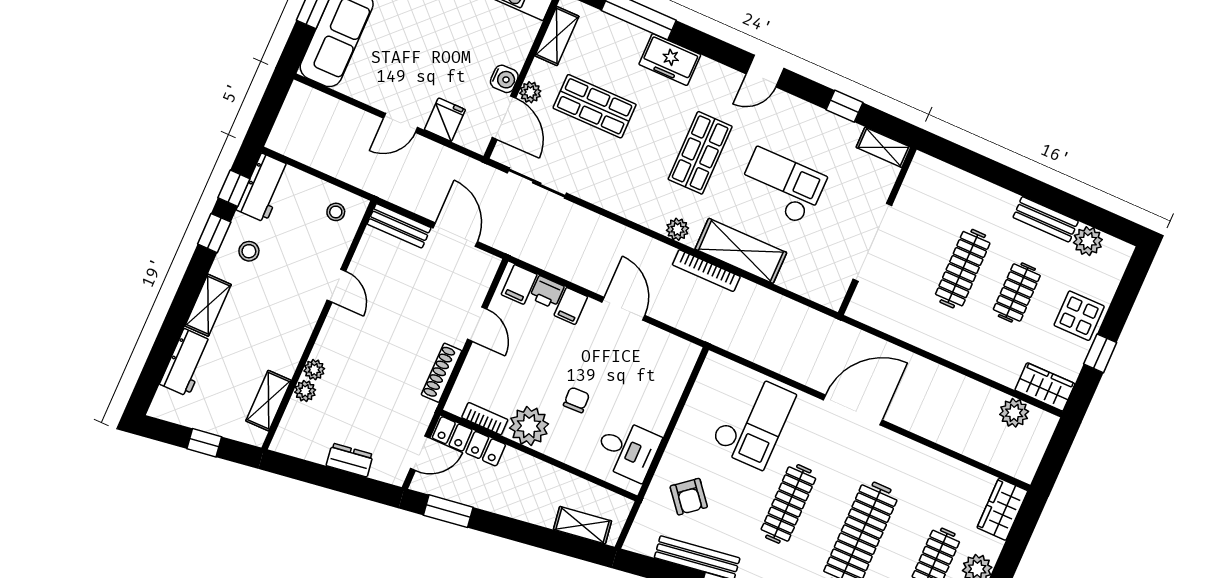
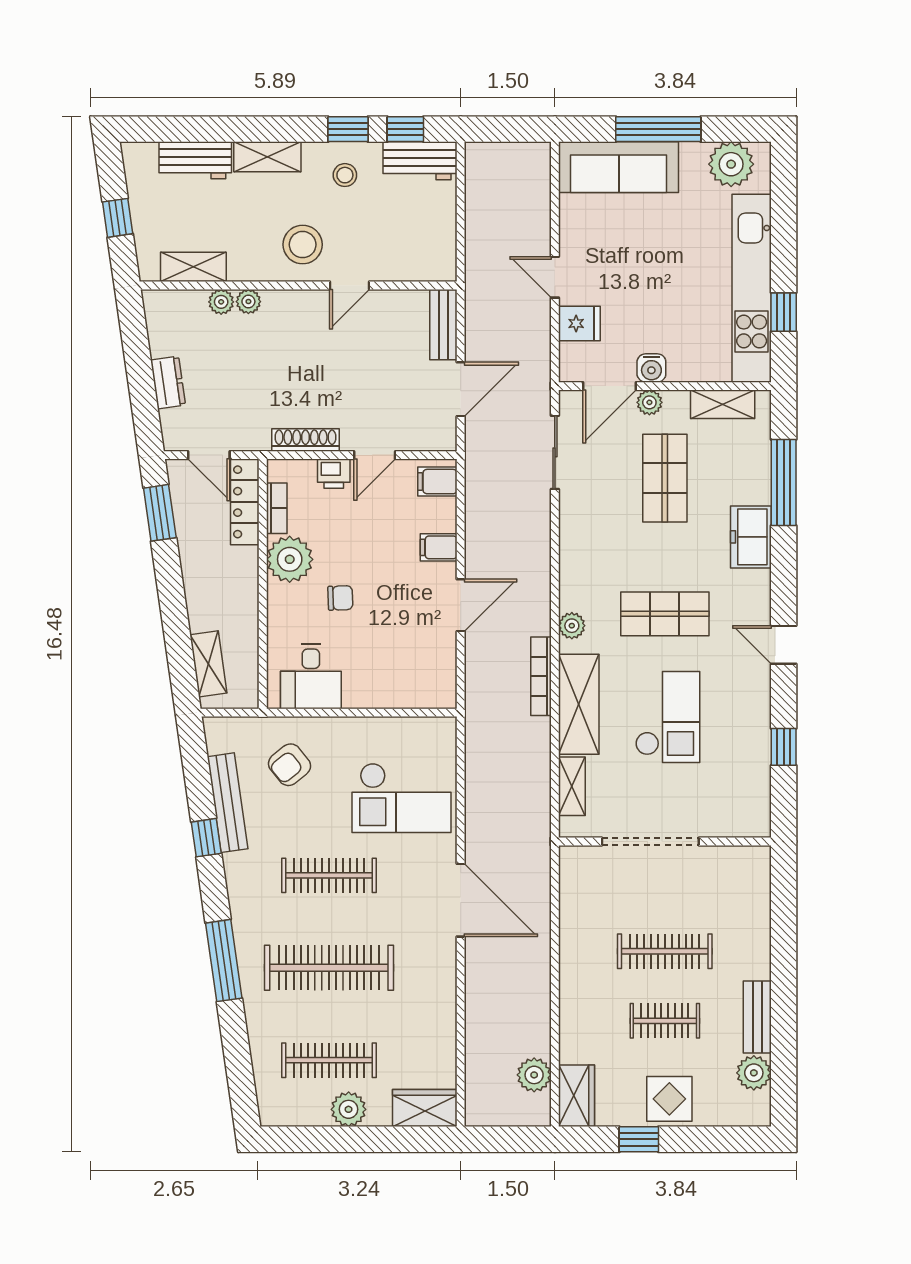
shelving: (883, 147) -> (572, 786), moved
stool: (336, 212) -> (303, 245), moved, width x1.89, depth x1.89
printer: (547, 292) -> (334, 474), moved, turned -90

